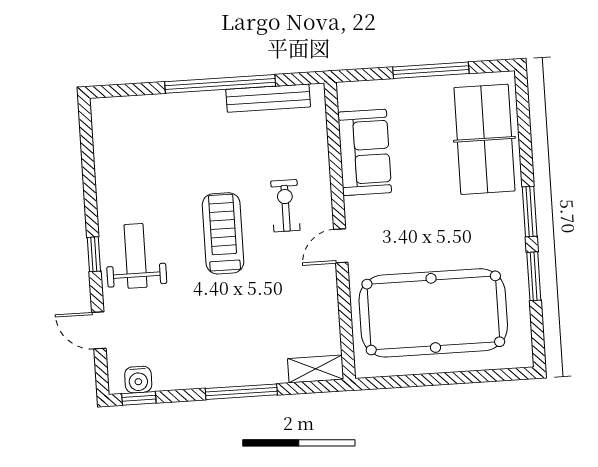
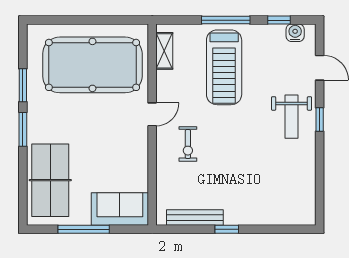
window: (220, 84) -> (227, 229), width x0.32
sofa: (365, 152) -> (120, 209), moved, turned 90
treadmill: (223, 233) -> (224, 67), moved, width x1.37, depth x1.38
shelving: (316, 369) -> (164, 51), moved, turned 90
window: (139, 398) -> (279, 20), moved

